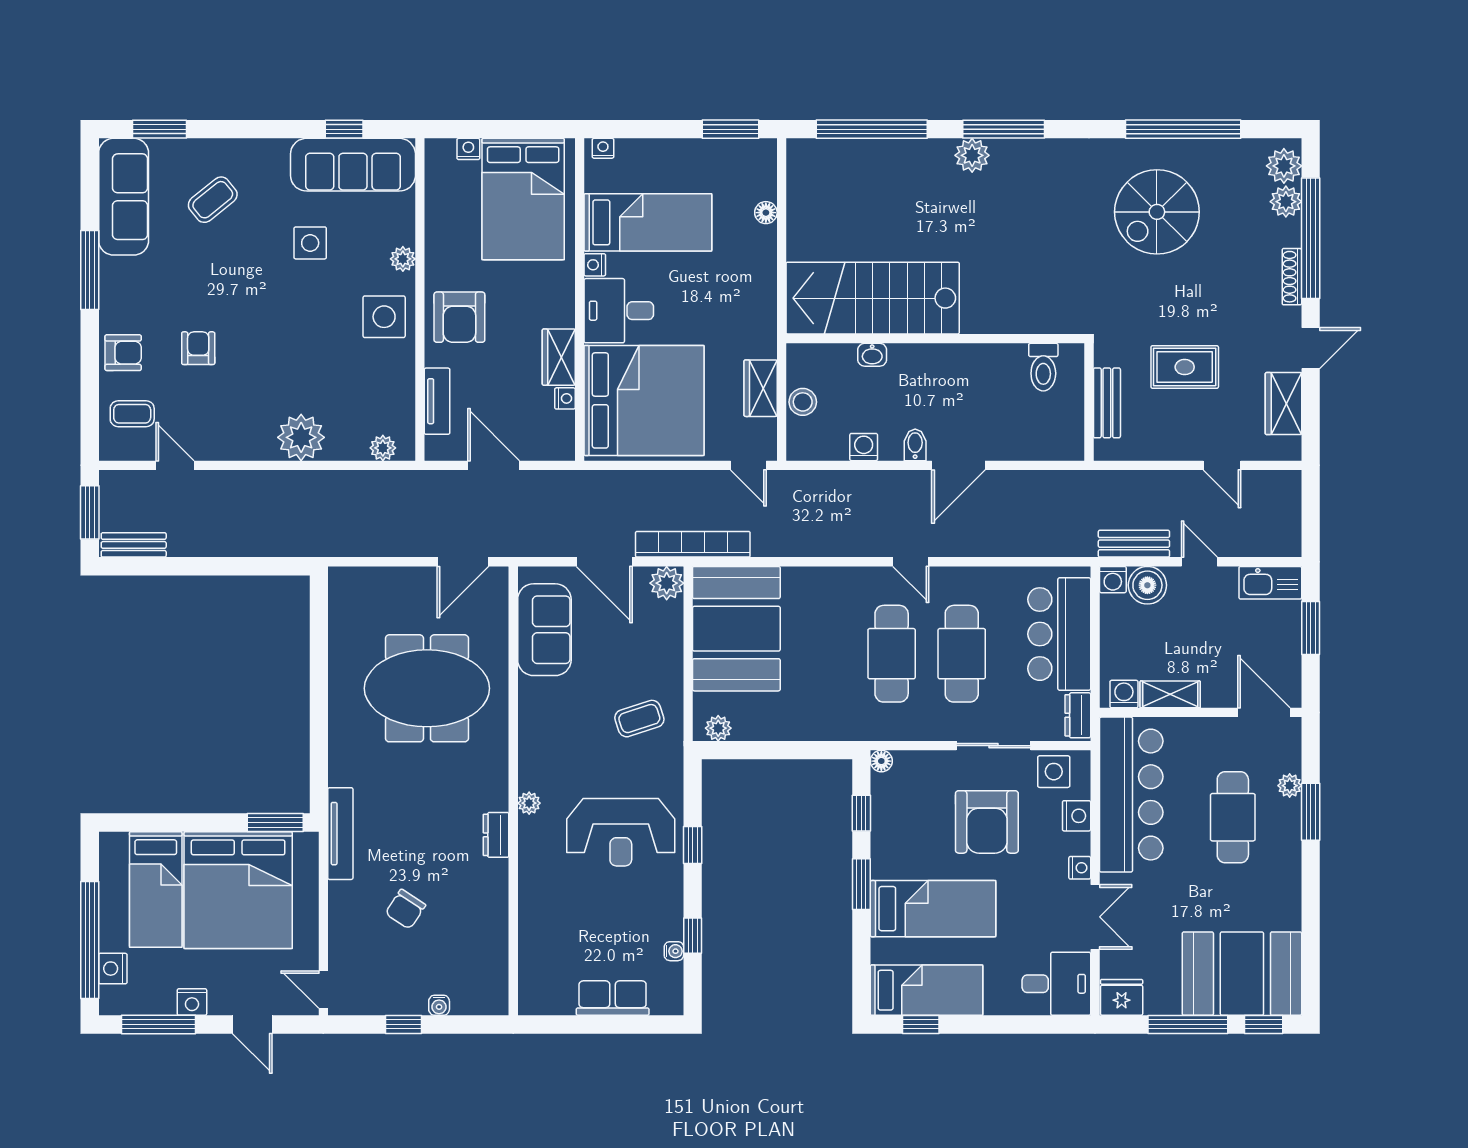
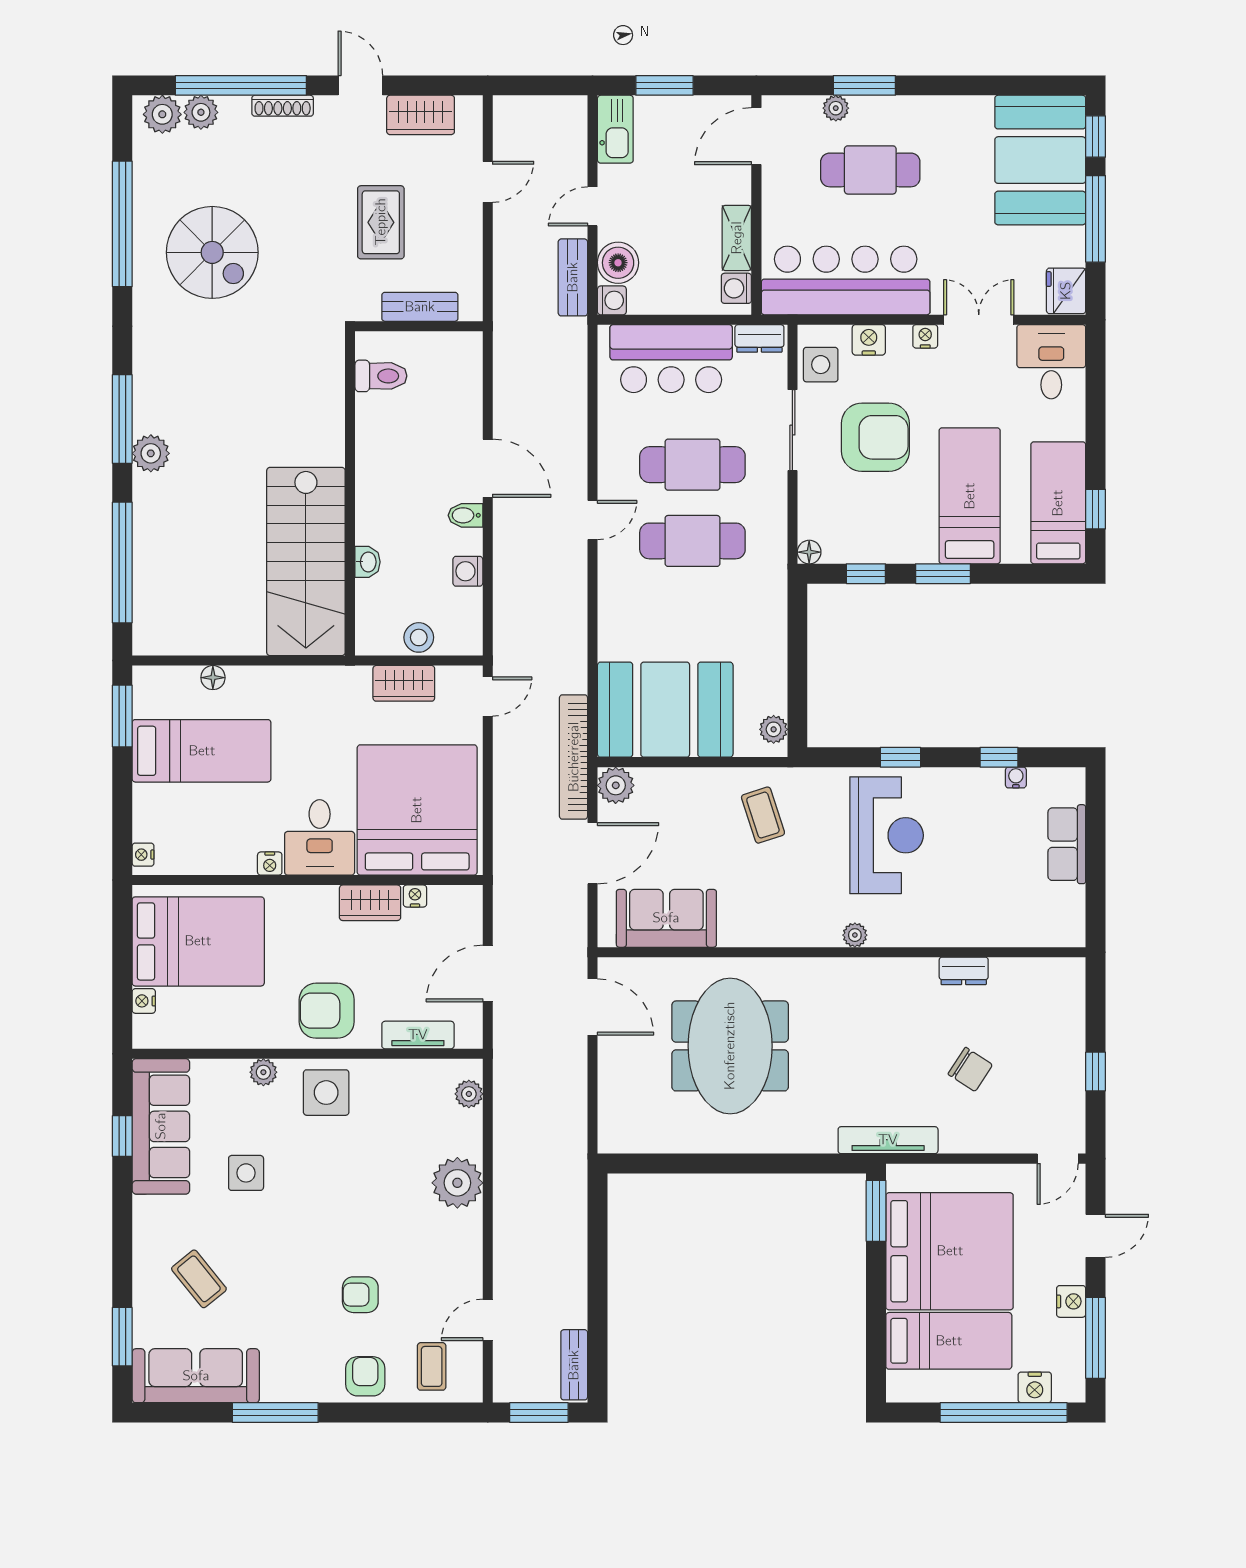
bed: (648, 222) -> (202, 751), moved, turned 90
armchair: (459, 317) -> (327, 1011), turned 180
dresser: (496, 835) -> (964, 971), moved
water cooler: (439, 1005) -> (1075, 1033), removed

